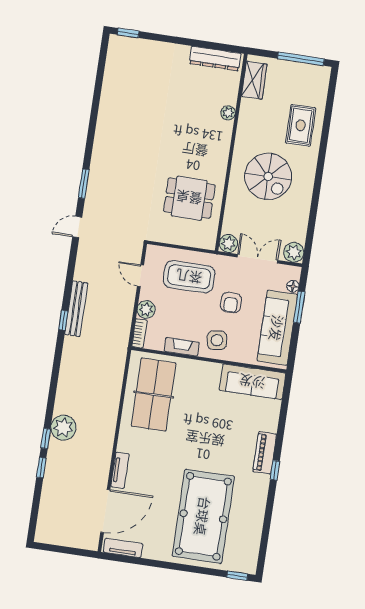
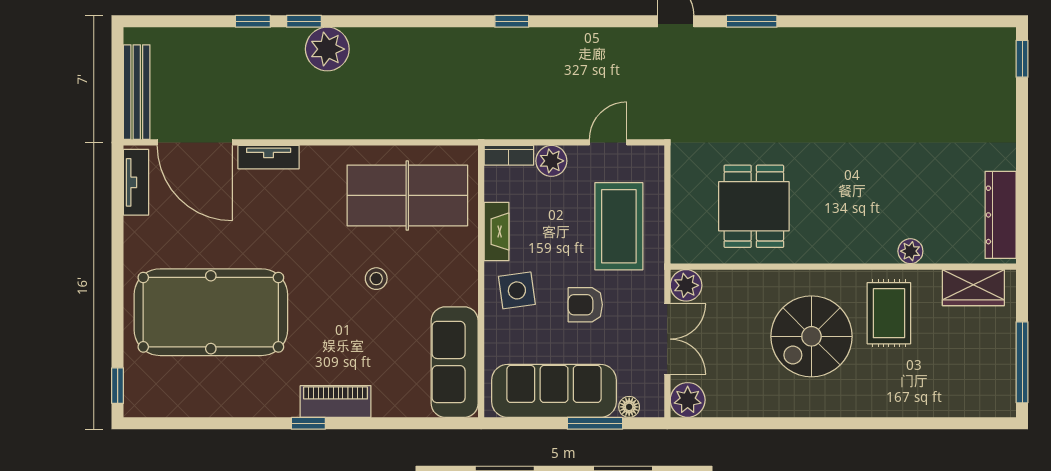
rug: (301, 125) -> (889, 313), moved, turned 90
bench: (76, 309) -> (137, 92), moved, turned 90
stool: (198, 419) -> (376, 279), added

